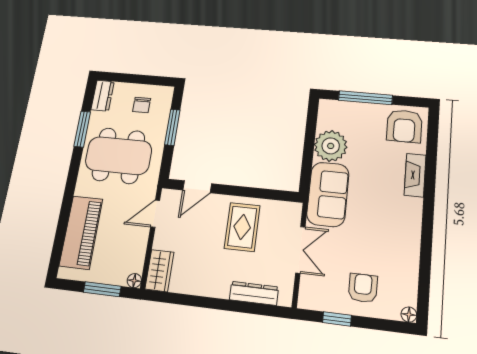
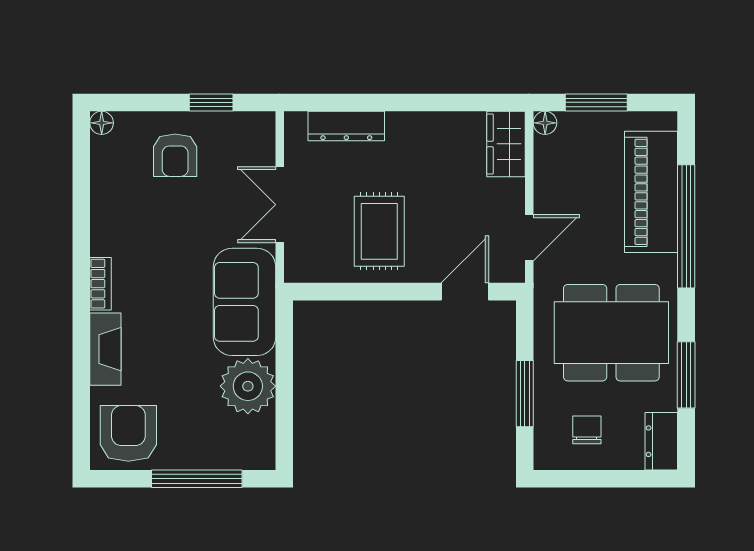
window: (65, 210) -> (686, 226), added
bookcase: (416, 214) -> (100, 284), added

